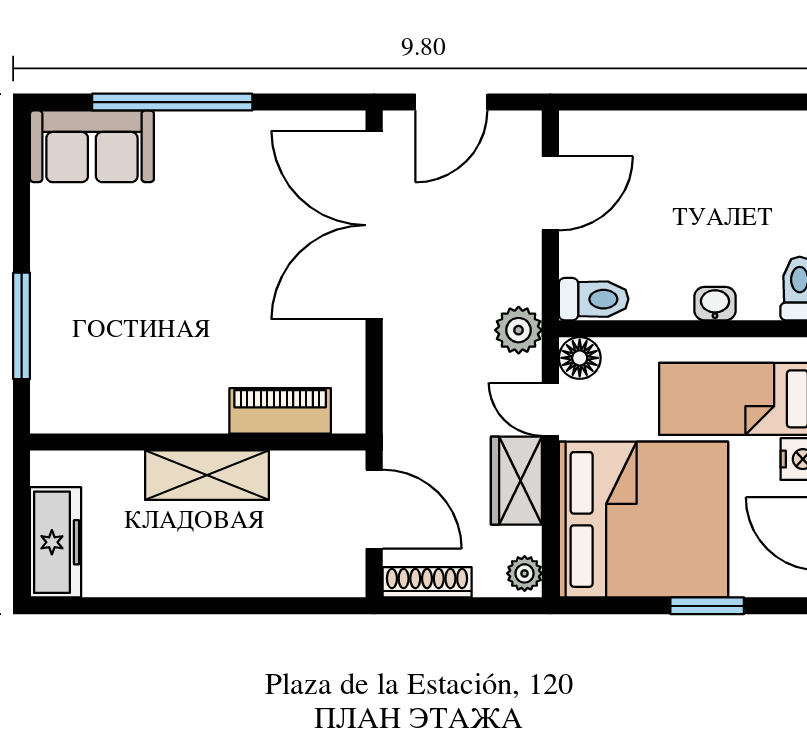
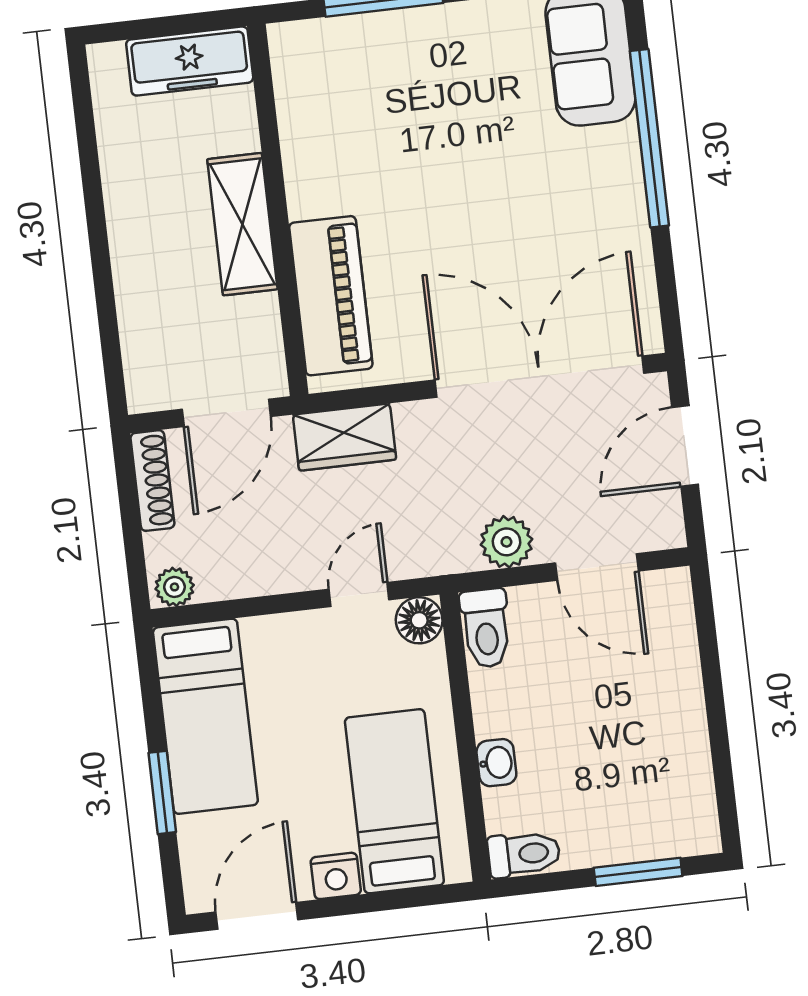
door: (451, 102) -> (685, 446), hinge flipped
plant: (519, 330) -> (506, 542), moved
piano: (280, 411) -> (331, 296), width x1.37, depth x1.33
wardrobe: (516, 481) -> (344, 437), moved, turned 180
bed: (643, 519) -> (205, 716), width x0.49
freezer: (56, 542) -> (190, 61), moved

